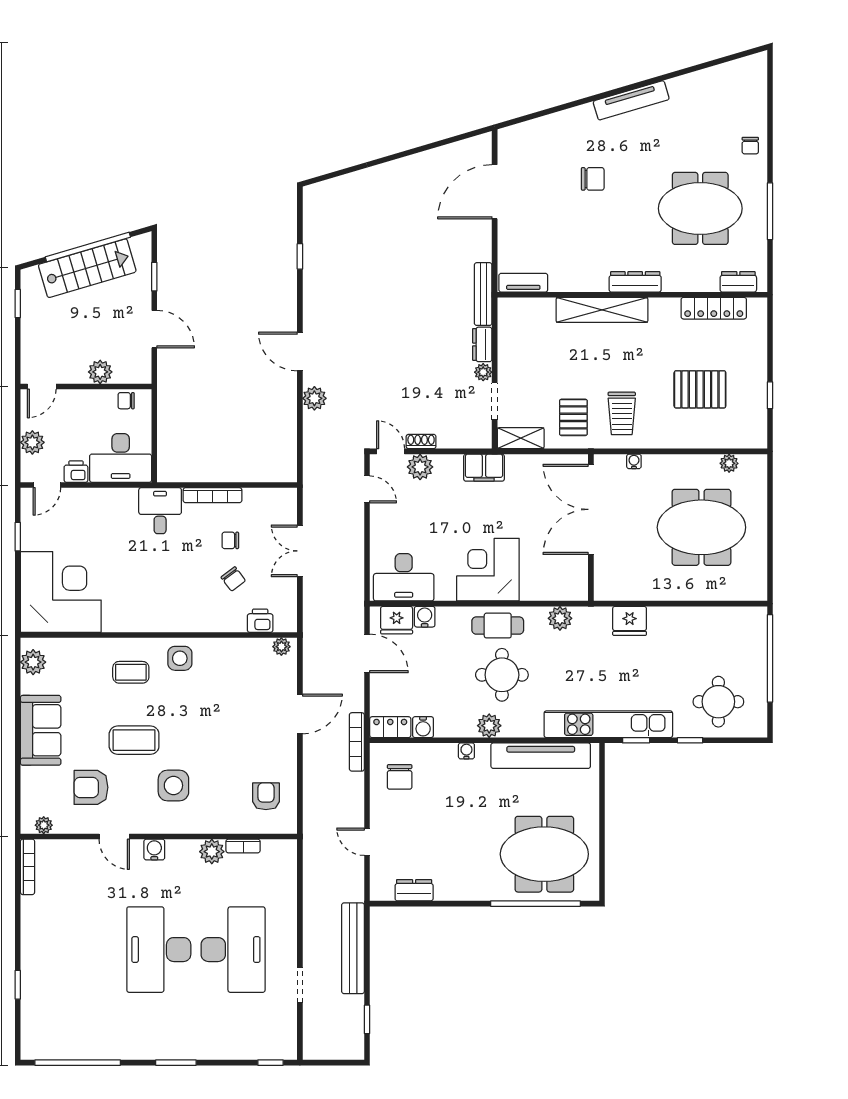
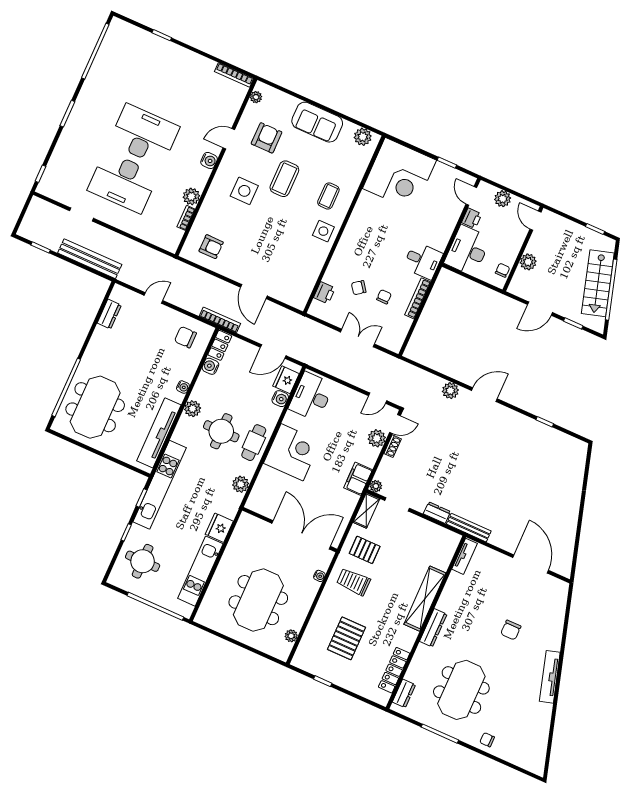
plant: (483, 372) -> (376, 486), moved
kitchen unit: (697, 620) -> (200, 571), added
plant: (281, 647) -> (302, 299), removed

